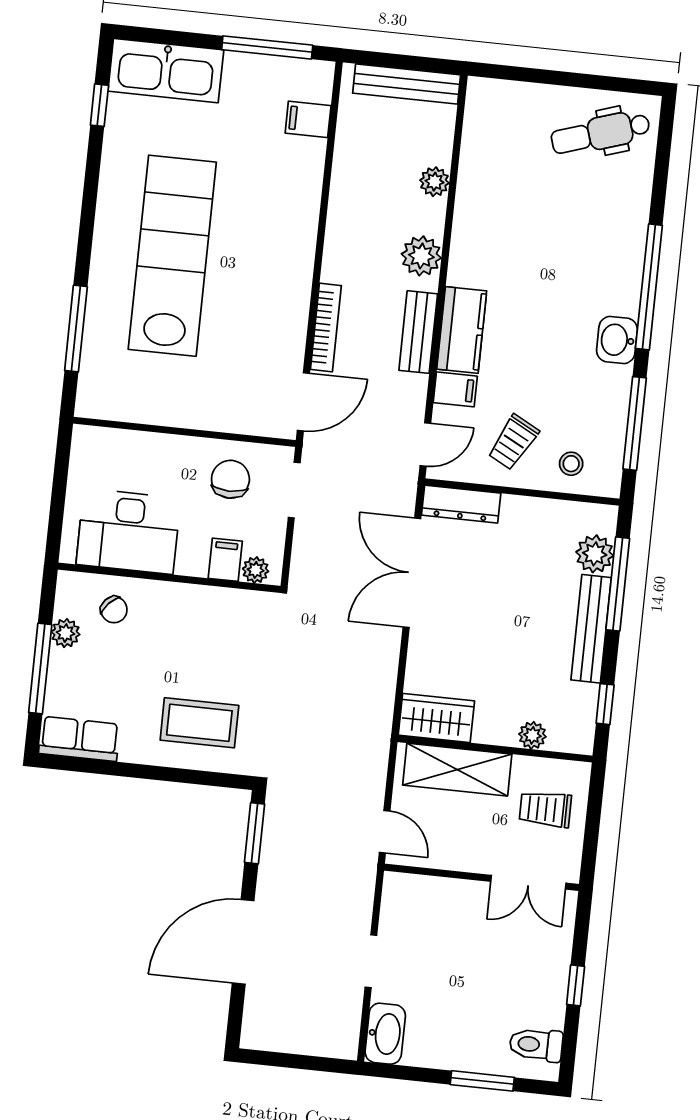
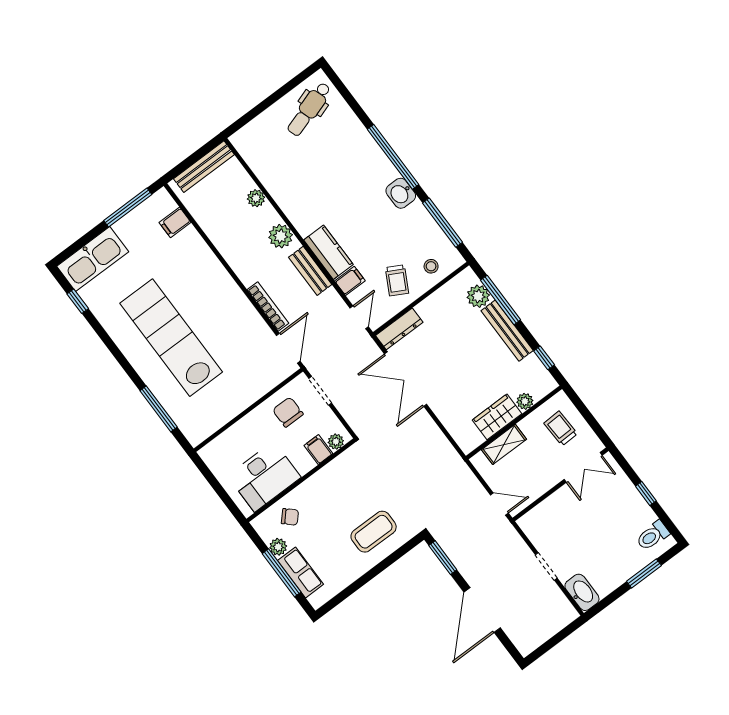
wardrobe: (436, 718) -> (497, 417), moved
row of seats: (79, 739) -> (301, 572), moved, turned 90
shelving: (457, 770) -> (504, 444), width x0.67, depth x0.75
trolley: (545, 809) -> (561, 428), turned 88

